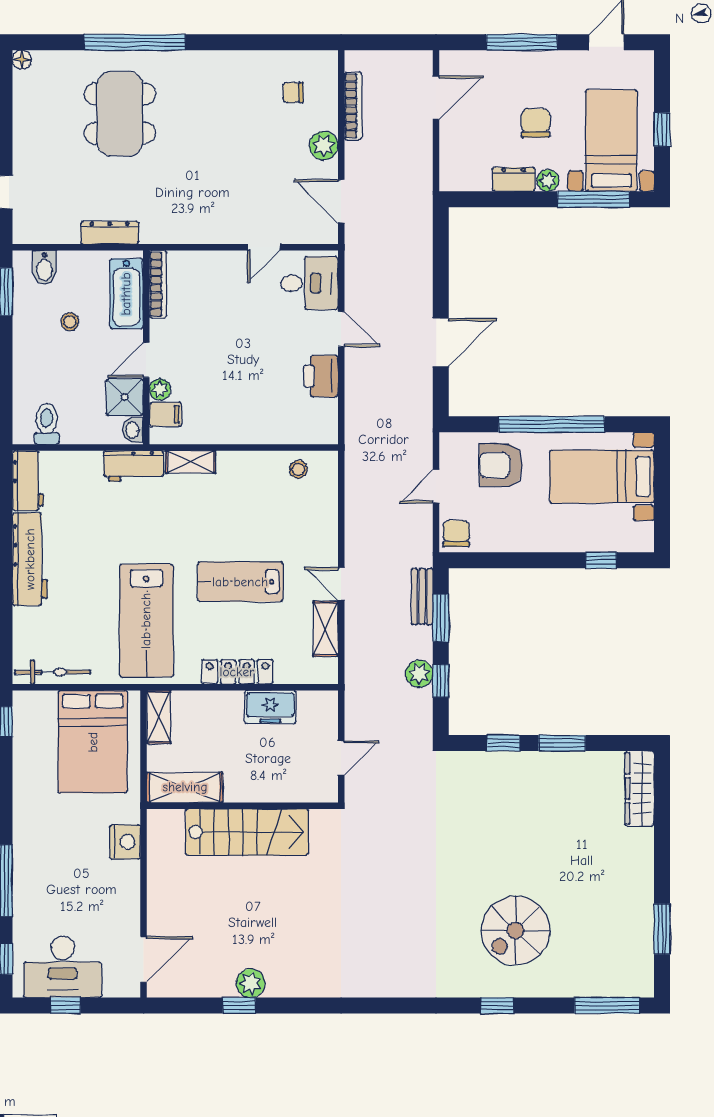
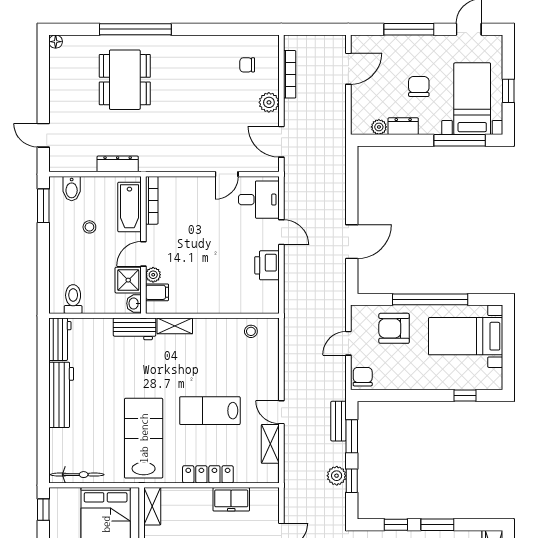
plant: (548, 180) -> (379, 127), moved
lab bench: (146, 621) -> (144, 438), turned 180

